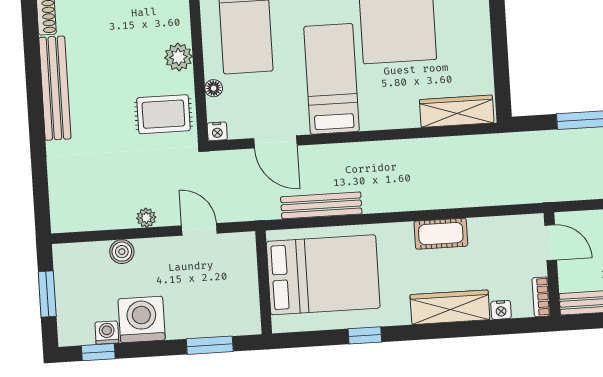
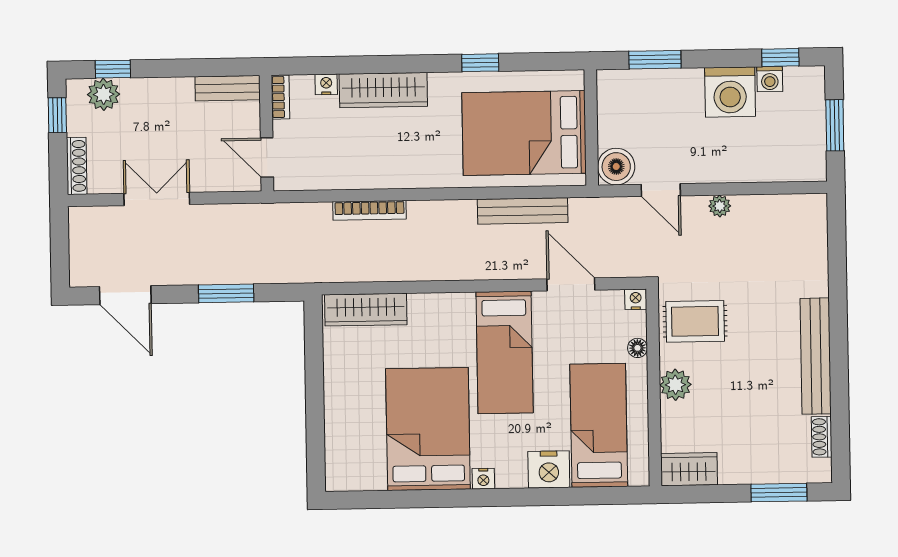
bookcase: (457, 200) -> (370, 210), added
cot: (441, 234) -> (390, 173), removed
boiler: (122, 252) -> (616, 167), moved, width x1.36, depth x1.36

